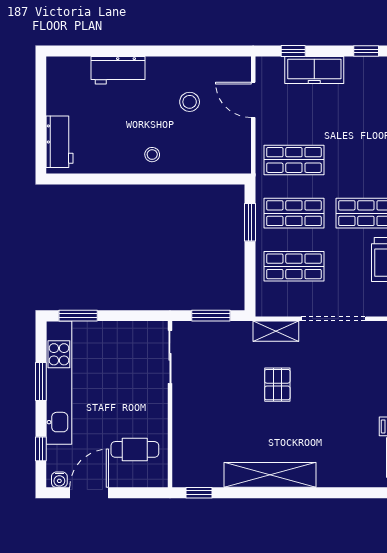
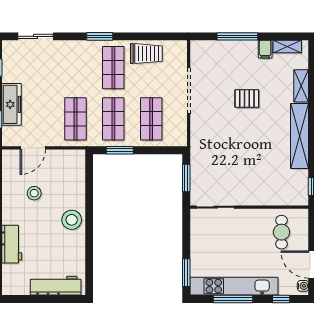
workbench: (60, 142) -> (56, 286), width x1.37
stool: (152, 155) -> (72, 220), width x1.89, depth x1.89
shelving: (276, 331) -> (301, 86), moved
window: (41, 381) -> (233, 299), width x1.44
pallet: (277, 385) -> (247, 98), moved

